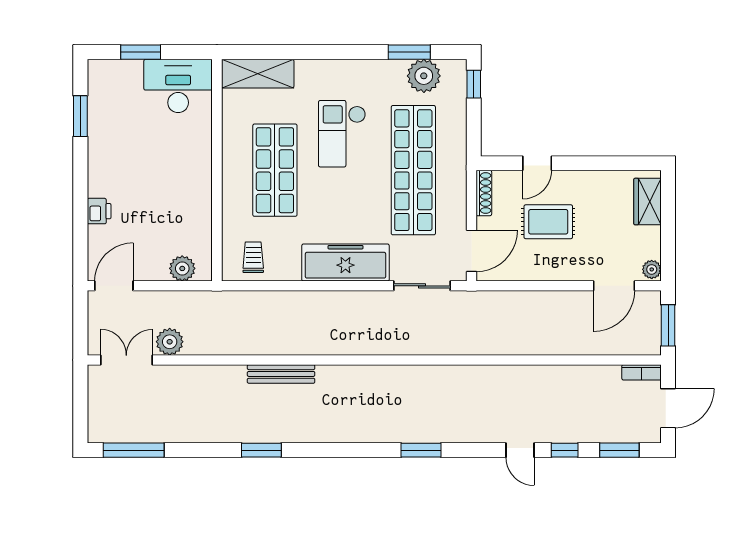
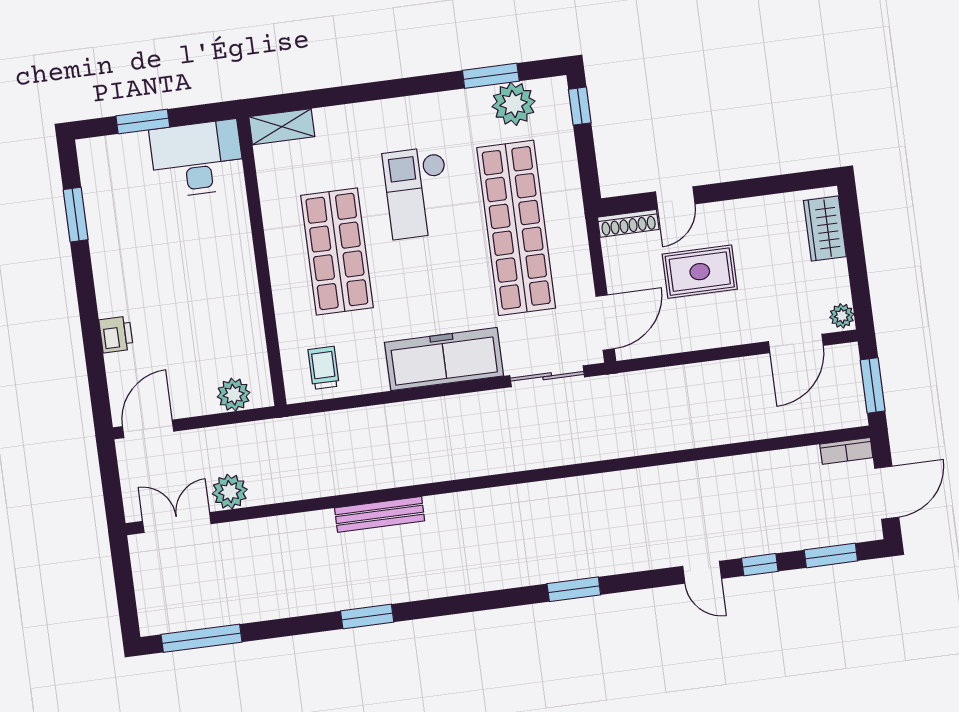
shelving: (258, 74) -> (282, 127), width x0.67, depth x0.75
shoe rack: (484, 193) -> (628, 223), moved, turned 90

